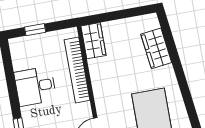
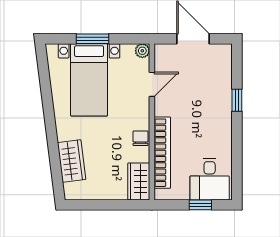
chair: (99, 79) -> (141, 138), added
desk: (35, 86) -> (210, 179), moved, turned 90

